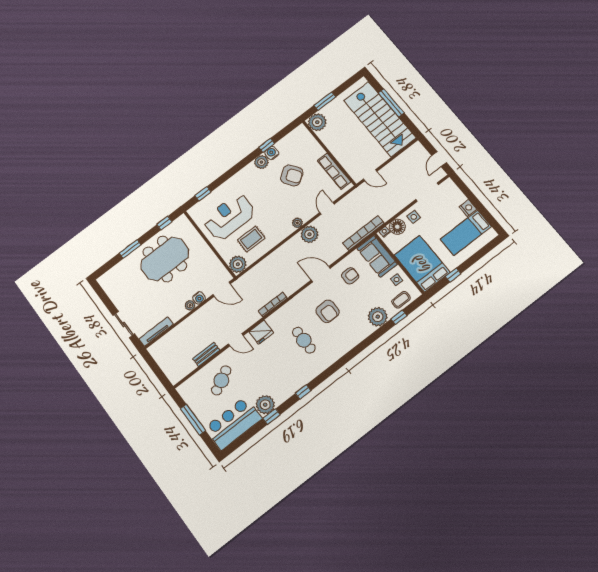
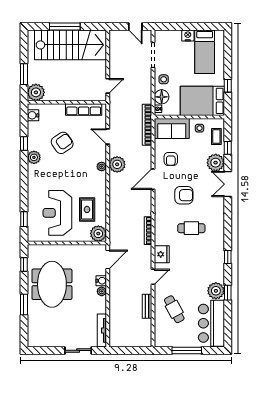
water cooler: (272, 153) -> (33, 115), moved
armchair: (350, 276) -> (171, 159), turned 180
double door: (367, 342) -> (228, 184), added

